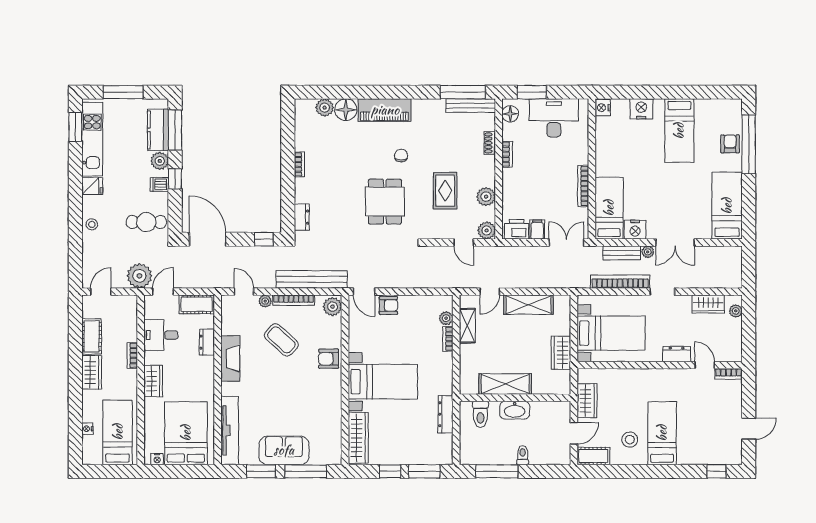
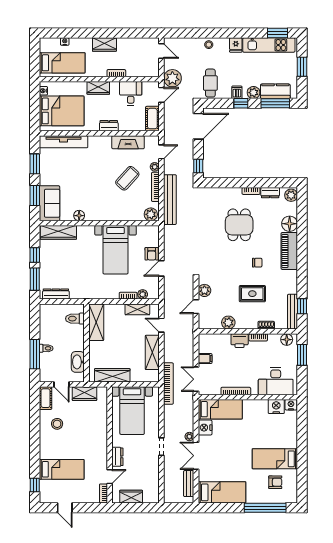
window: (123, 92) -> (302, 67), width x0.69
window: (463, 92) -> (302, 306), width x0.46
plant: (325, 108) -> (291, 195), moved
nightstand: (641, 109) -> (276, 407), moved, turned -90
desk: (554, 118) -> (276, 381), moved, turned 90
armchair: (730, 144) -> (275, 482), moved
rug: (445, 191) -> (252, 294), moved
dining table: (385, 202) -> (239, 225), moved, turned 90
dresser: (302, 217) -> (270, 193), moved
printer: (517, 229) -> (240, 341), moved, turned 90
plant: (487, 230) -> (204, 290), moved
double door: (566, 242) -> (196, 379), swing flipped
bench: (622, 253) -> (189, 484), moved
bookcase: (620, 282) -> (168, 384), moved
door: (163, 292) -> (161, 95), hinge flipped
door: (364, 292) -> (161, 268), moved
wardrobe: (708, 304) -> (131, 497), moved, turned 90
plant: (736, 311) -> (148, 499), removed
cot: (92, 336) -> (130, 45), removed
dresser: (207, 342) -> (109, 126), moved
wardrobe: (561, 353) -> (112, 375), width x1.50
fireplace: (230, 358) -> (128, 142), moved
armchair: (329, 359) -> (114, 212), removed
bed with nightstands: (383, 382) -> (116, 250), moved
shelving: (505, 384) -> (96, 322), moved
floor lamp: (334, 408) -> (79, 216), added
washbasin: (515, 410) -> (78, 362), moved
dresser: (446, 414) -> (56, 294), moved
bed: (662, 433) -> (62, 469), moved
sofa: (284, 450) -> (49, 203), moved
window: (306, 471) -> (35, 195), width x0.69
window: (497, 471) -> (35, 354), moved

